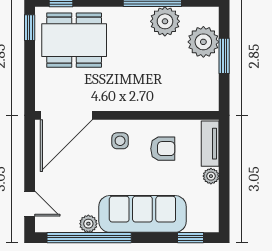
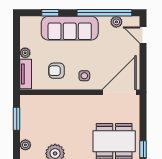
plant: (203, 42) -> (25, 145), width x0.53, depth x0.53
window: (224, 56) -> (17, 119), moved
plant: (88, 224) -> (116, 22), moved
window: (191, 238) -> (50, 13), moved

